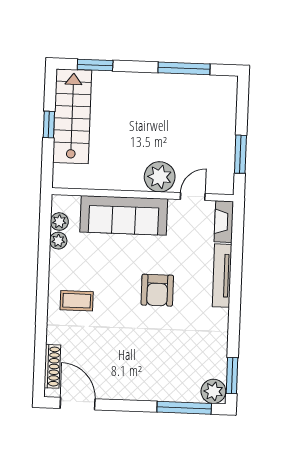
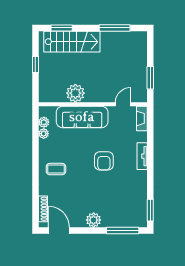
stairs: (72, 116) -> (72, 42), moved, turned 90
plant: (160, 177) -> (75, 93), moved
tv unit: (222, 276) -> (142, 156), width x0.71
plant: (213, 391) -> (94, 220), moved

